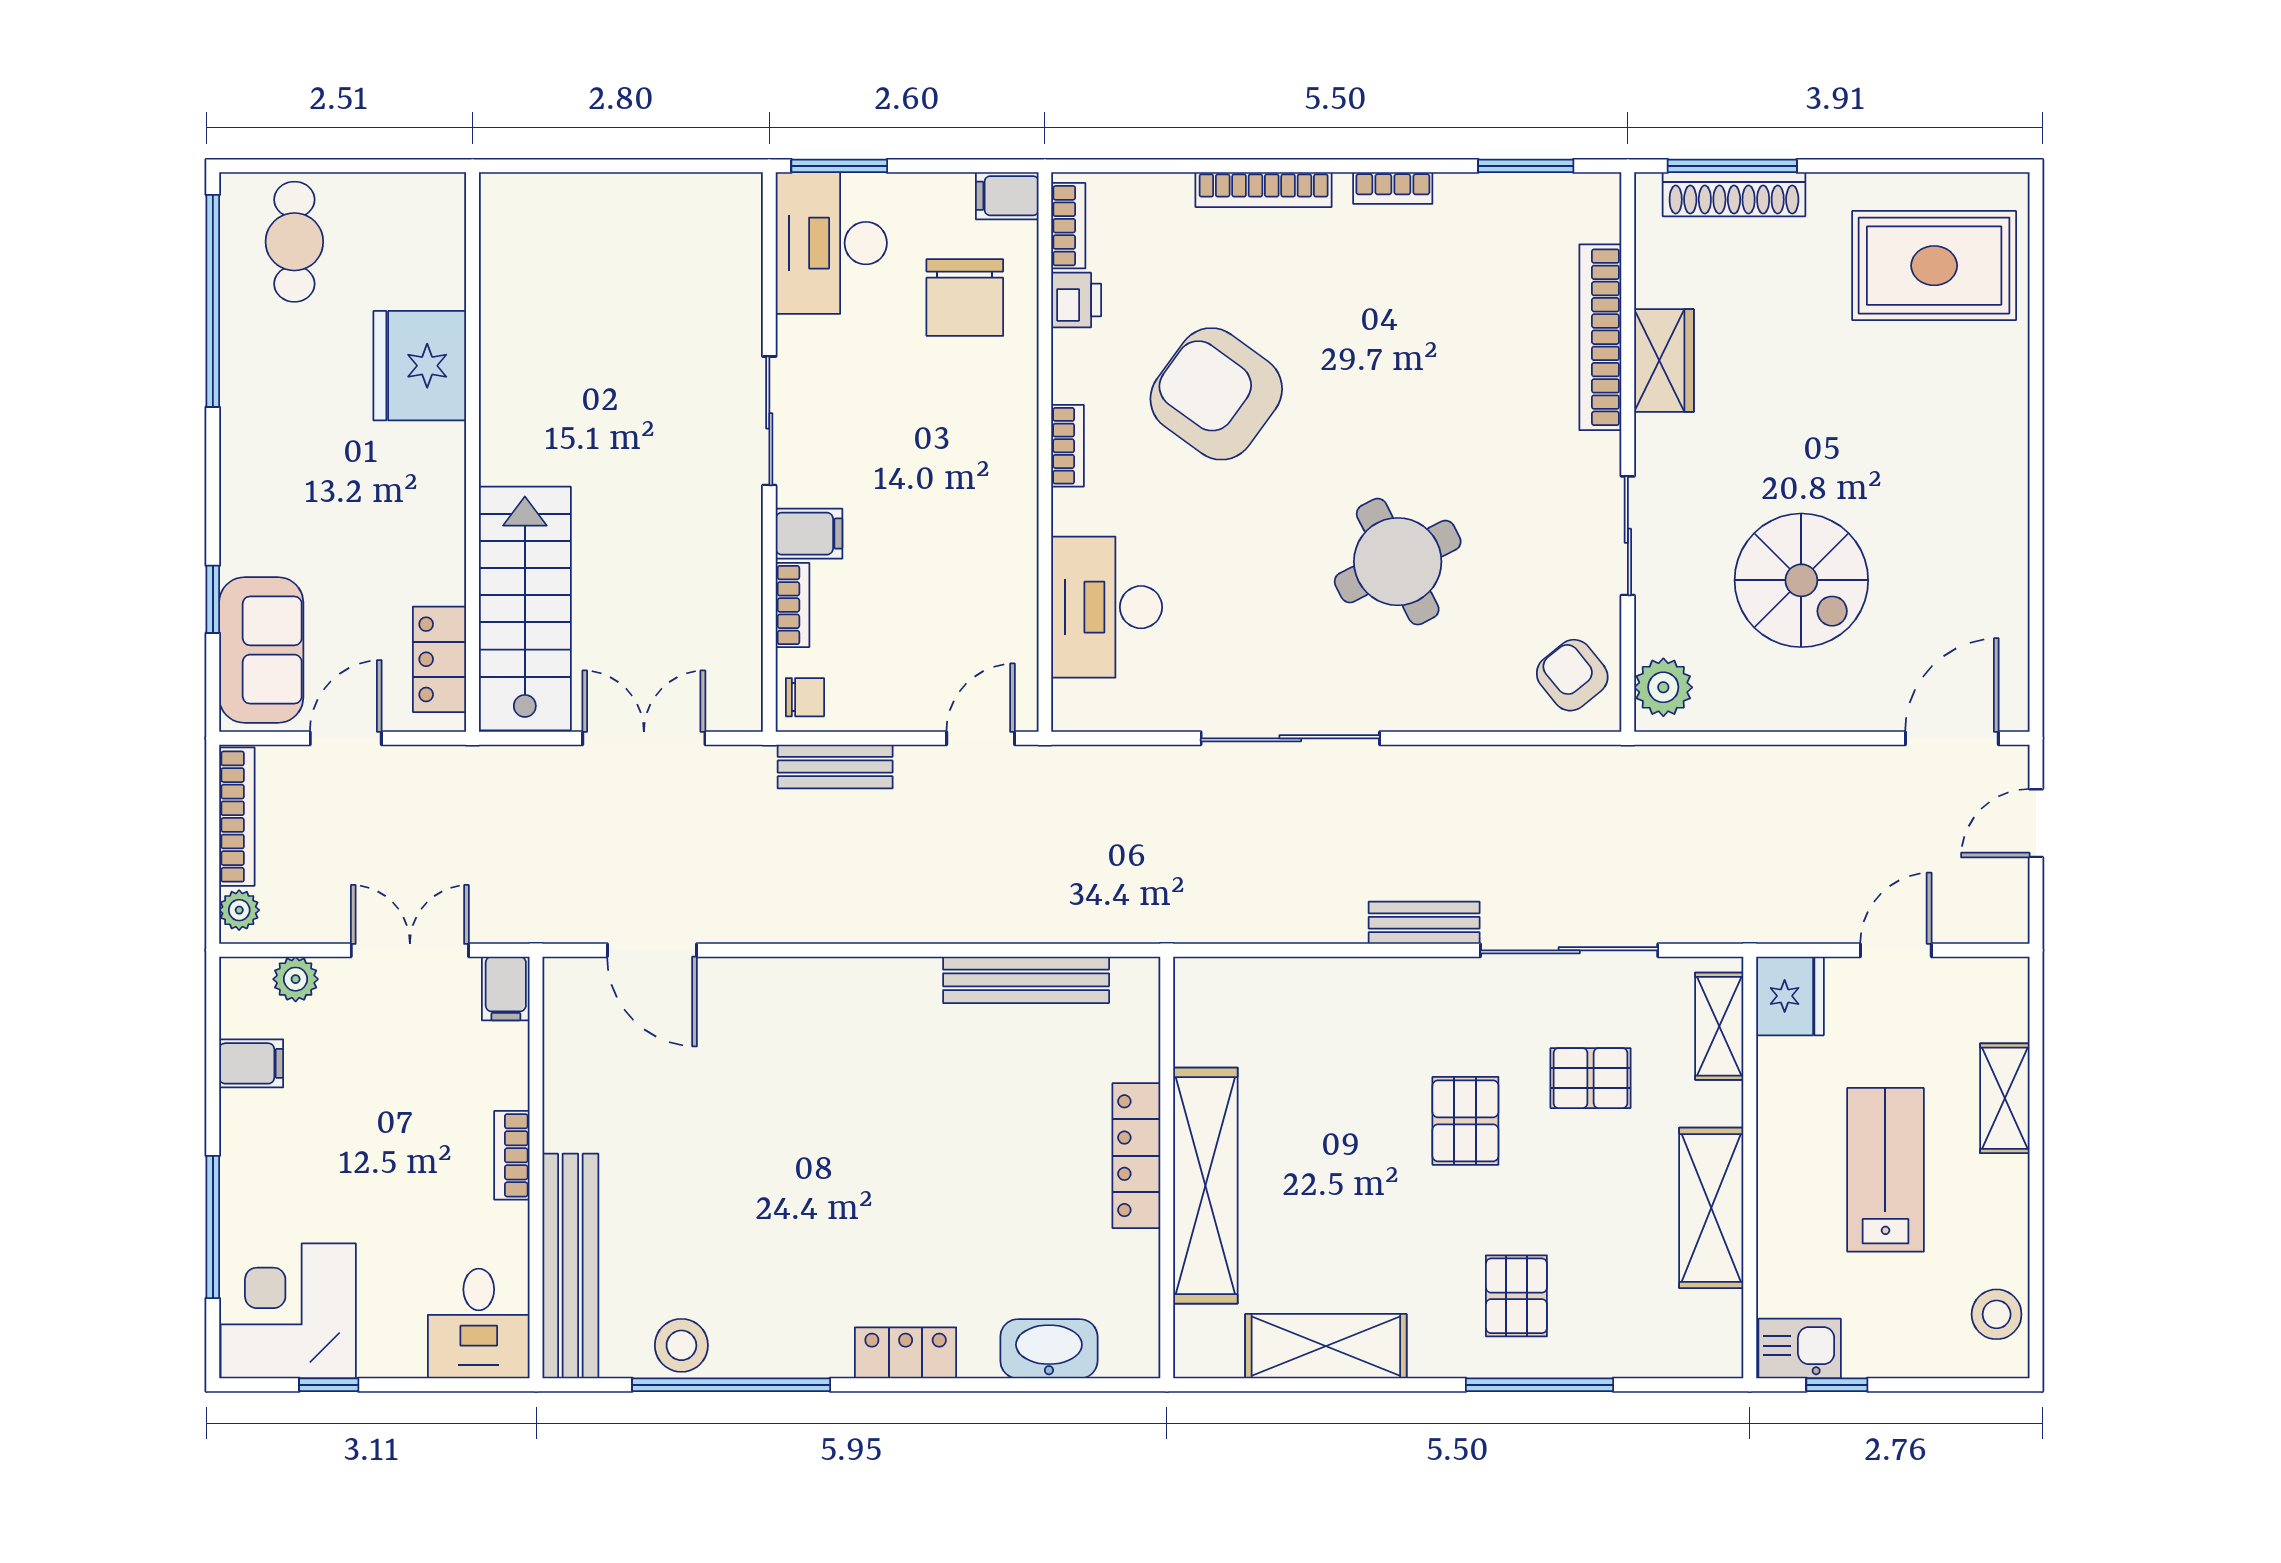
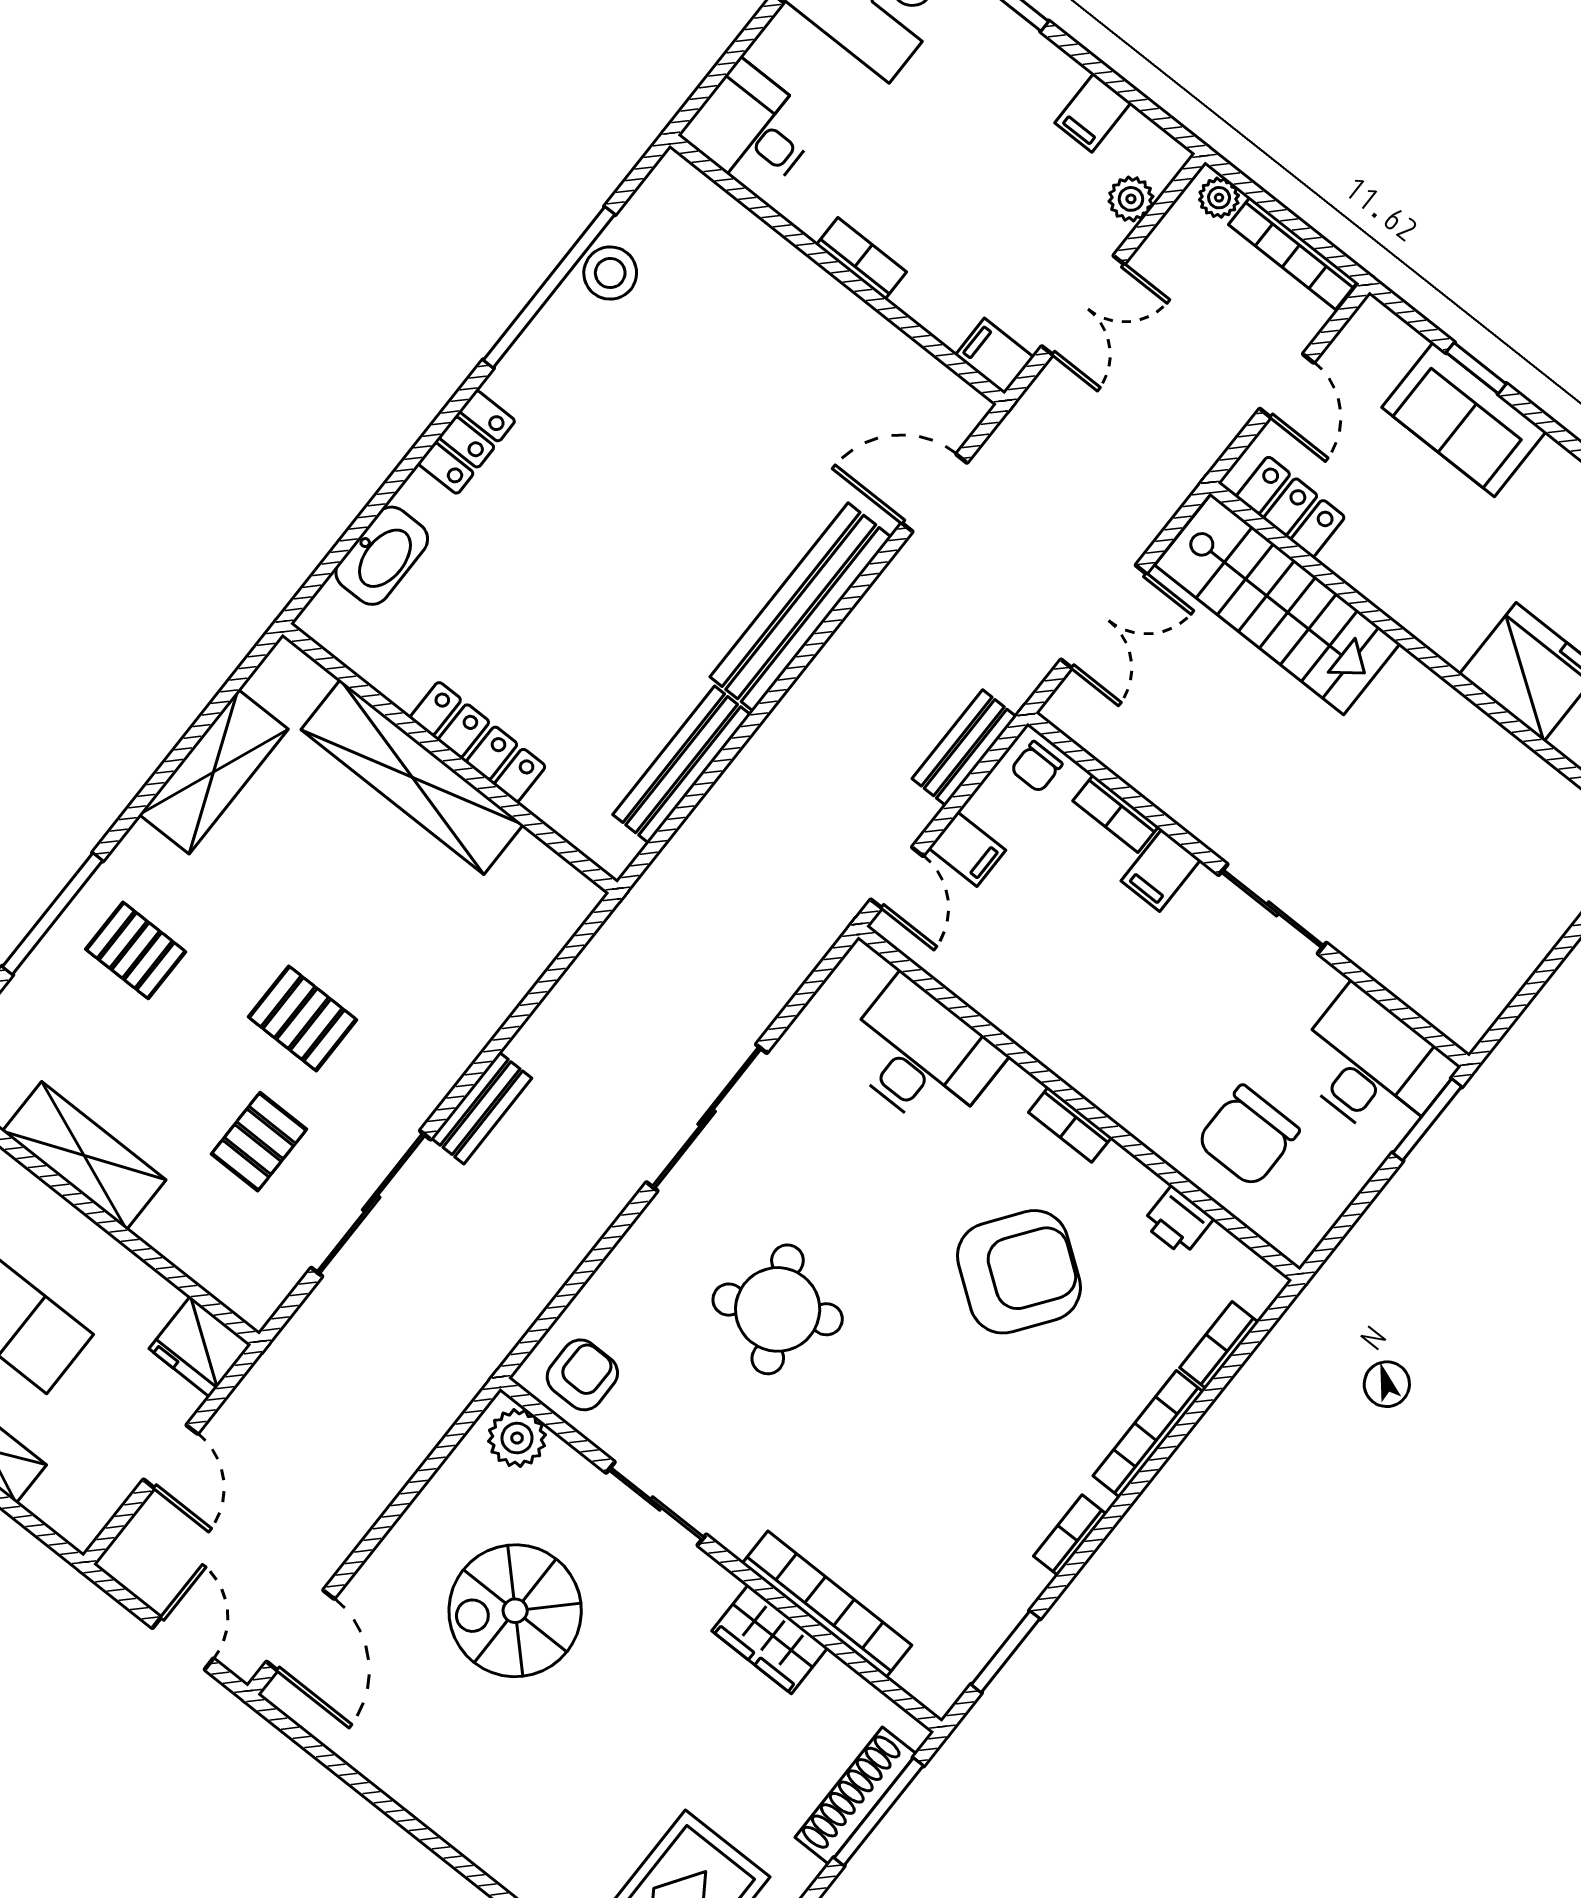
filing cabinet: (1007, 196) -> (967, 849), moved, turned 90
bookcase: (1068, 226) -> (1219, 1345), moved, turned 90
chair: (965, 298) -> (1248, 1136), turned -90
sofa: (261, 650) -> (1464, 420), moved
armchair: (1572, 675) -> (582, 1375), turned -51
shelving: (1719, 1026) -> (220, 1273), removed
bench: (570, 1266) -> (801, 607), moved, turned 90

